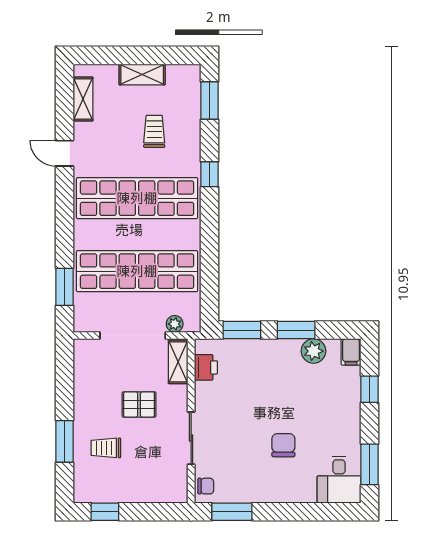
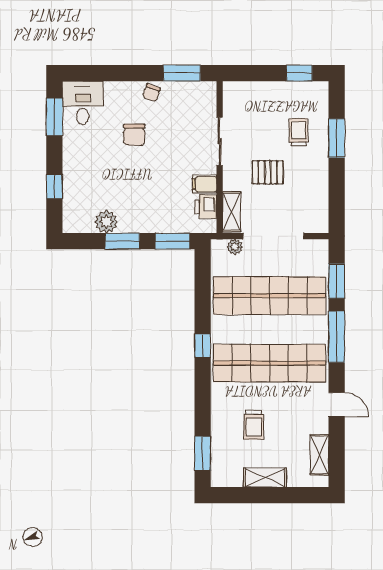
window: (209, 174) -> (203, 346), moved
window: (65, 227) -> (337, 337), added
filing cabinet: (351, 352) -> (204, 184), moved, turned -90
trolley: (106, 448) -> (298, 132), turned -90
chair: (206, 486) -> (151, 93), moved, turned -71

